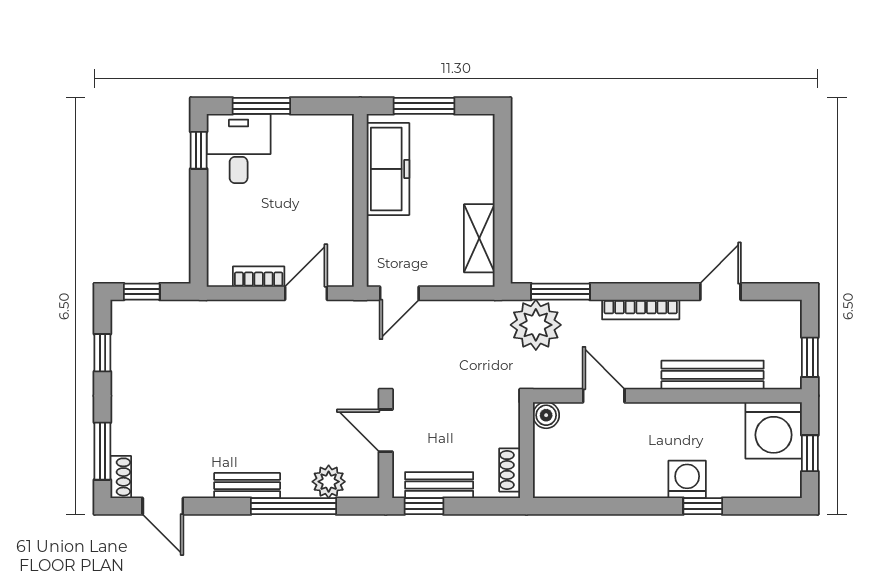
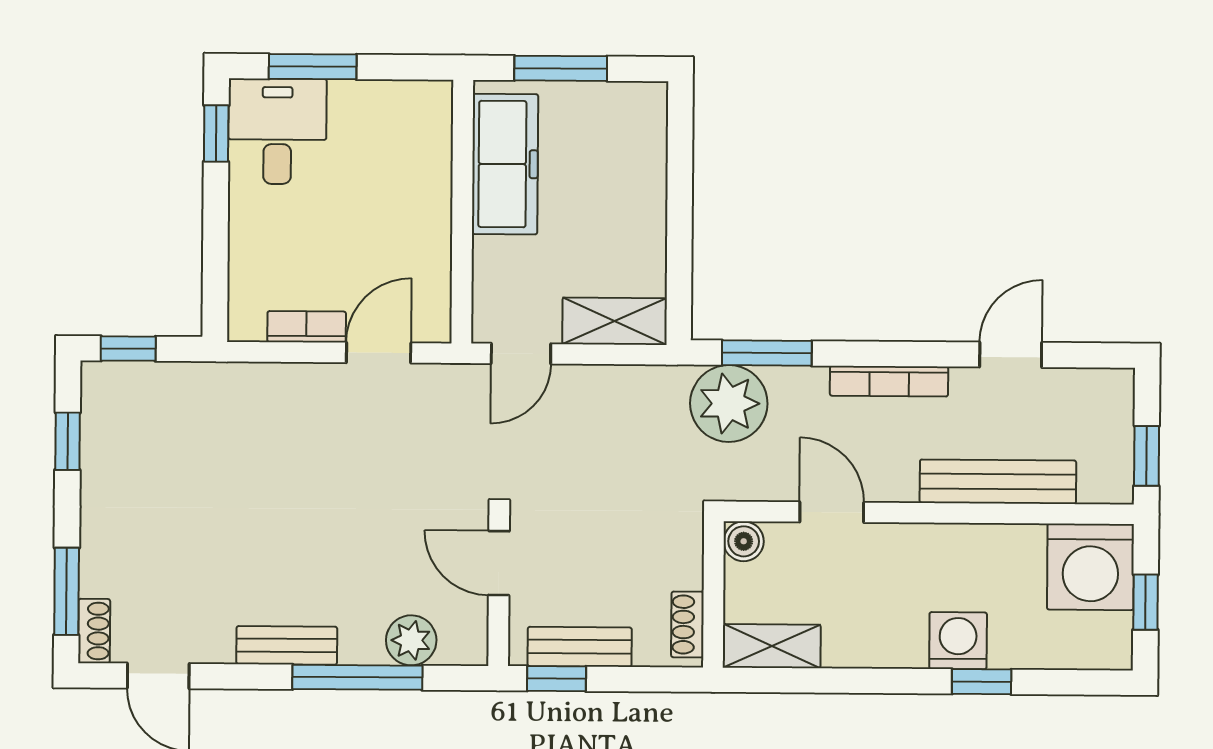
shelving: (479, 238) -> (615, 321), moved, turned 90
shelving: (565, 484) -> (772, 646), added

